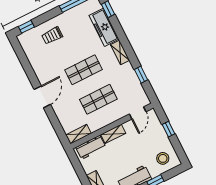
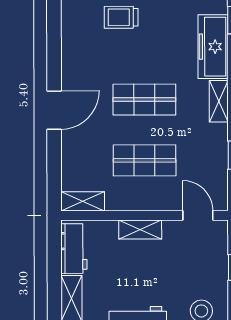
door: (138, 113) -> (198, 215), swing flipped
workbench: (91, 147) -> (74, 249), moved, turned -90

